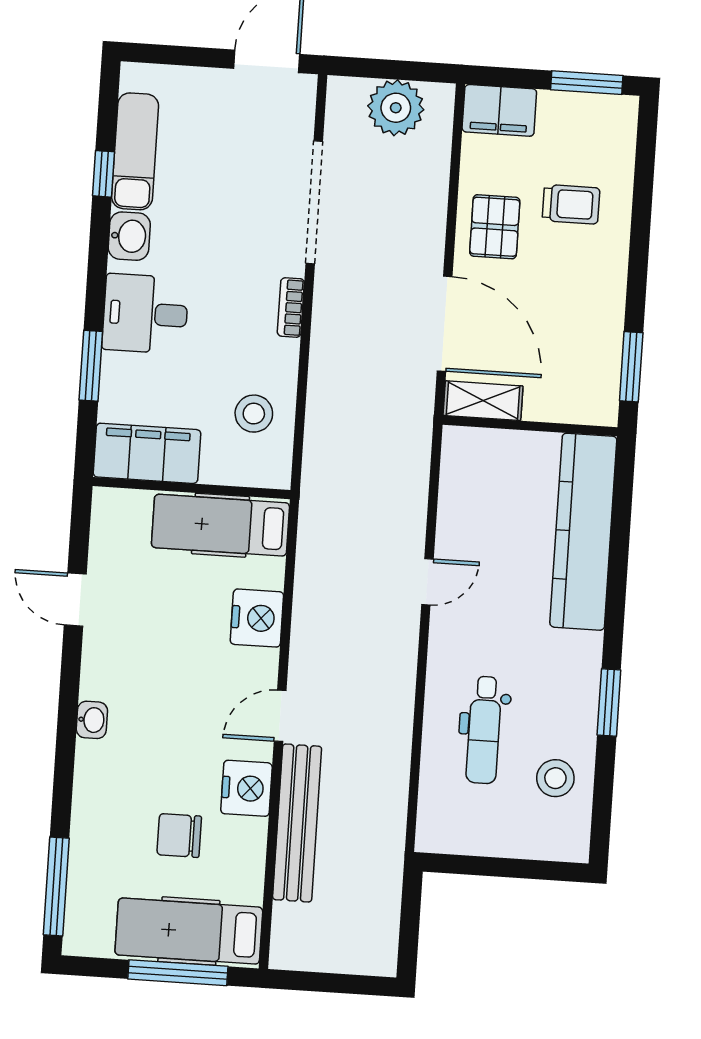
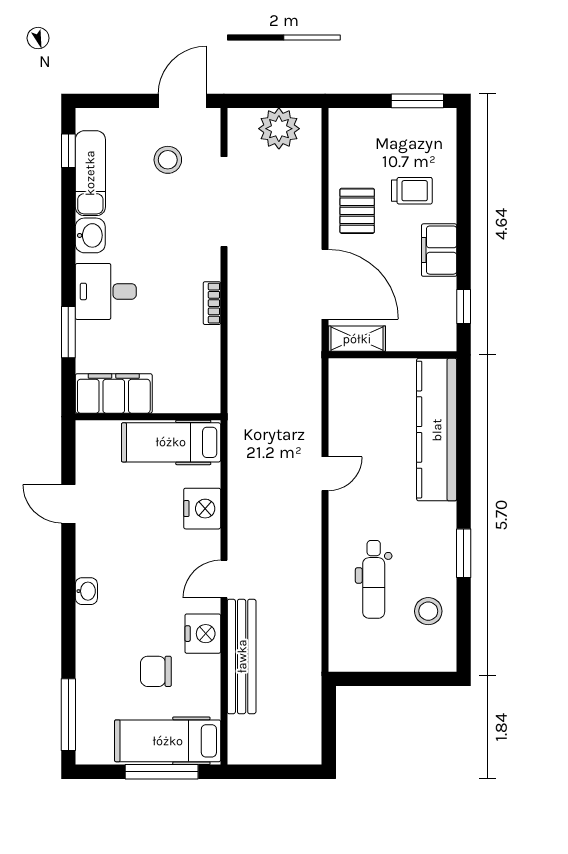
filing cabinet: (499, 110) -> (439, 250), moved, turned 90
window: (104, 174) -> (68, 151), moved
bookcase: (291, 307) -> (212, 303), moved
window: (631, 367) -> (464, 307), width x0.67
stool: (254, 414) -> (168, 160), moved

